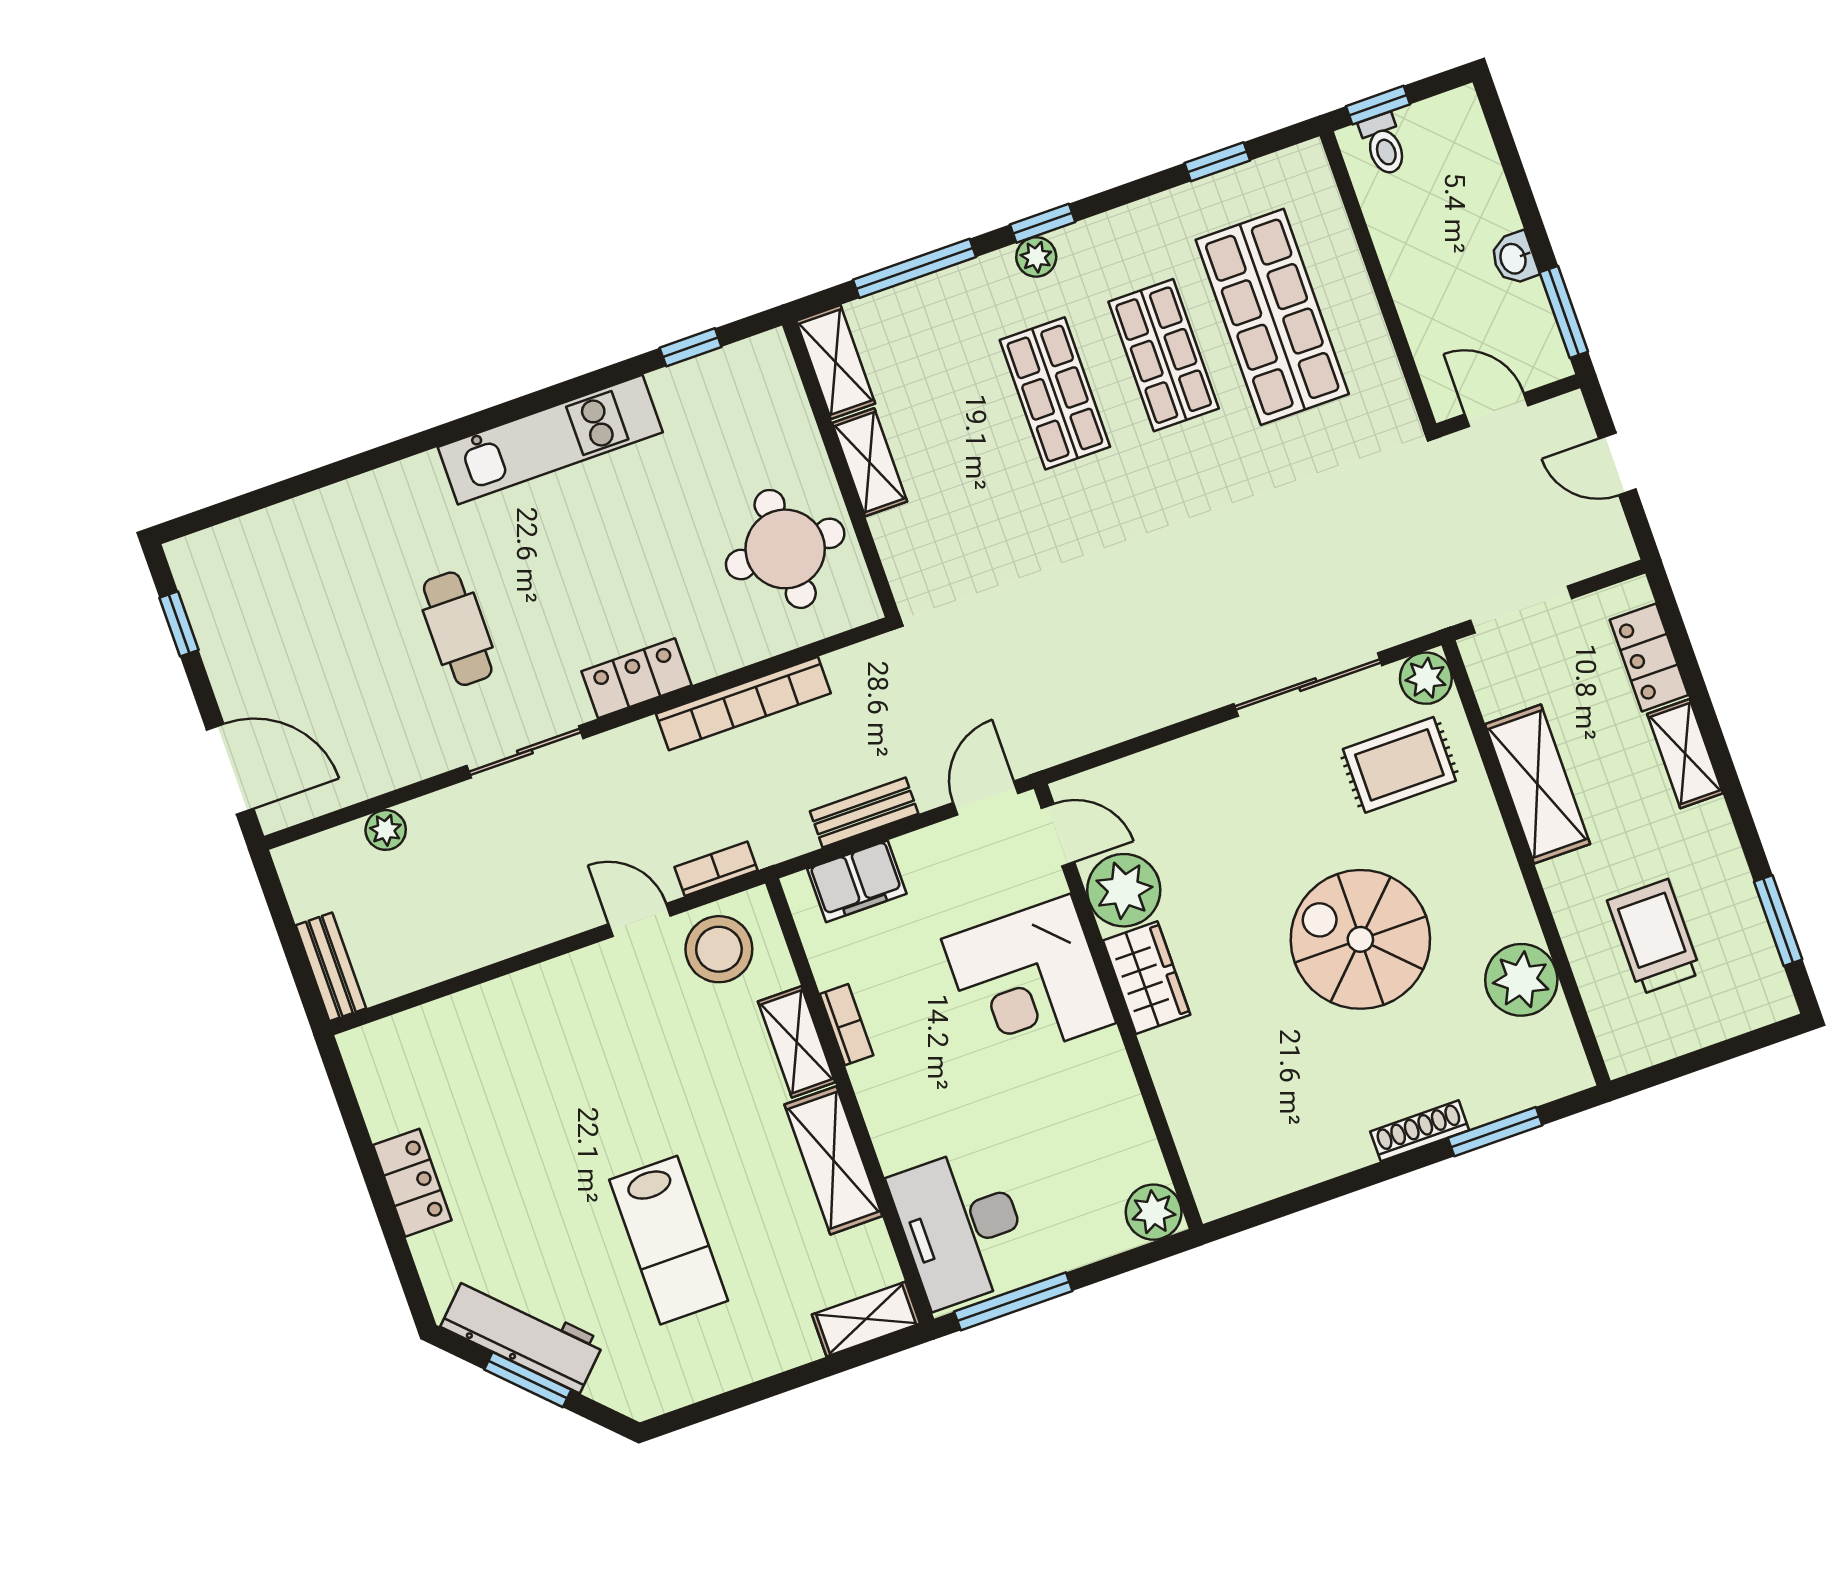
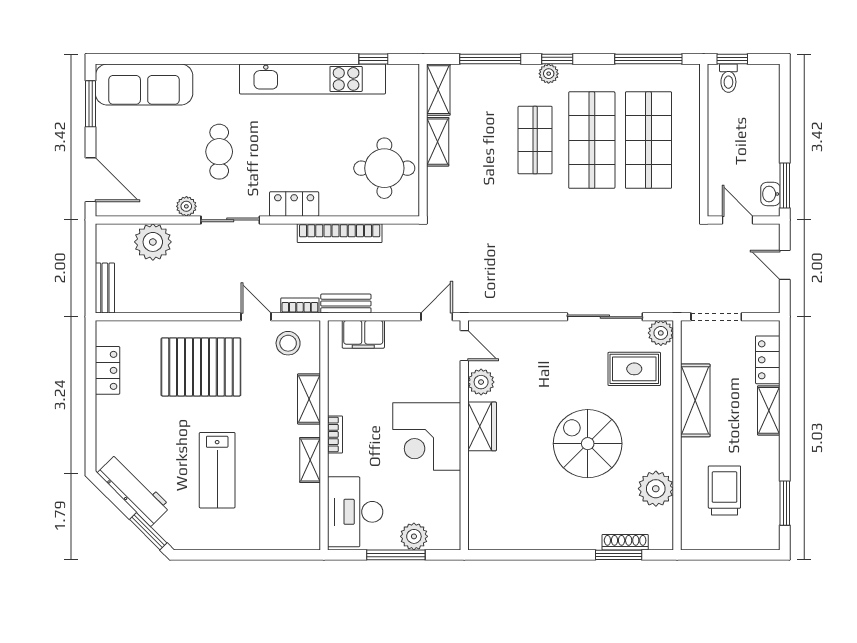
window: (1217, 162) -> (648, 59), width x2.17
washbasin: (1514, 258) -> (770, 194), moved
shop shelf: (1164, 355) -> (592, 140), width x1.43, depth x1.36
kitchen unit: (550, 440) -> (312, 79), width x1.36
sofa: (268, 551) -> (144, 85), added
window: (179, 624) -> (91, 104), width x1.50
plant: (432, 756) -> (186, 206), added
bench: (864, 812) -> (346, 303), moved
plant: (386, 830) -> (153, 242), width x1.88, depth x1.88
plant: (1124, 890) -> (481, 382), width x0.73, depth x0.73
stool: (719, 949) -> (288, 343), width x0.73, depth x0.73
corner desk: (1029, 981) -> (427, 436), moved
bookcase: (847, 1025) -> (335, 434), moved
pallet: (568, 1053) -> (201, 367), added
shoe rack: (1420, 1131) -> (625, 542), moved
shelving: (833, 1160) -> (310, 460), width x0.67, depth x0.75
locker: (412, 1183) -> (107, 370), moved
plant: (1154, 1212) -> (414, 536), moved
window: (1013, 1301) -> (396, 555), moved
shelving: (866, 1319) -> (296, 539), removed
window: (528, 1380) -> (148, 531), moved

